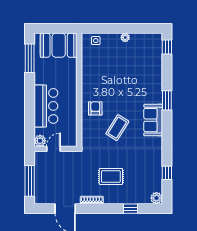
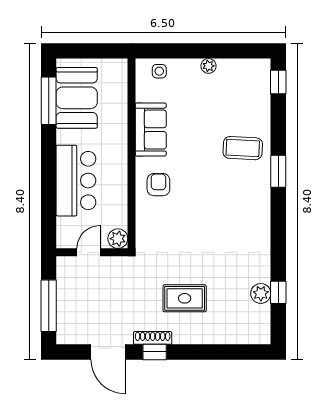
booth: (59, 45) -> (77, 98), moved, turned 90
sofa: (153, 120) -> (151, 130), moved, turned 180
coffee table: (117, 128) -> (243, 148), moved, turned 61
plant: (40, 141) -> (118, 239), moved
plant: (156, 198) -> (261, 293), moved
window: (130, 209) -> (155, 352), moved

